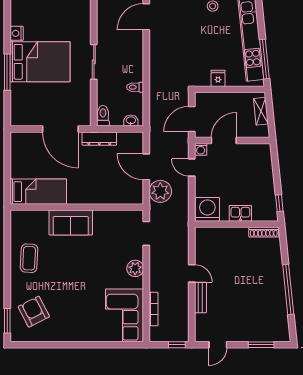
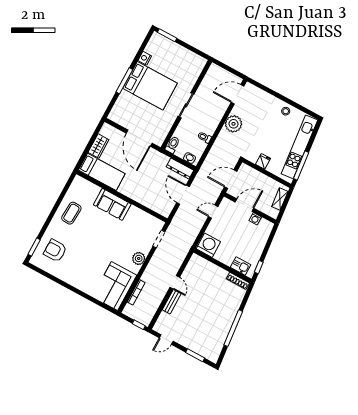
dresser: (99, 139) -> (180, 168), moved
washing machine: (201, 149) -> (255, 219), moved
wardrobe: (18, 164) -> (98, 146), added
door: (192, 167) -> (213, 212), hinge flipped
plant: (160, 191) -> (233, 124), moved
kitchen sink: (240, 213) -> (241, 266), moved
armchair: (34, 312) -> (55, 251), turned -63

